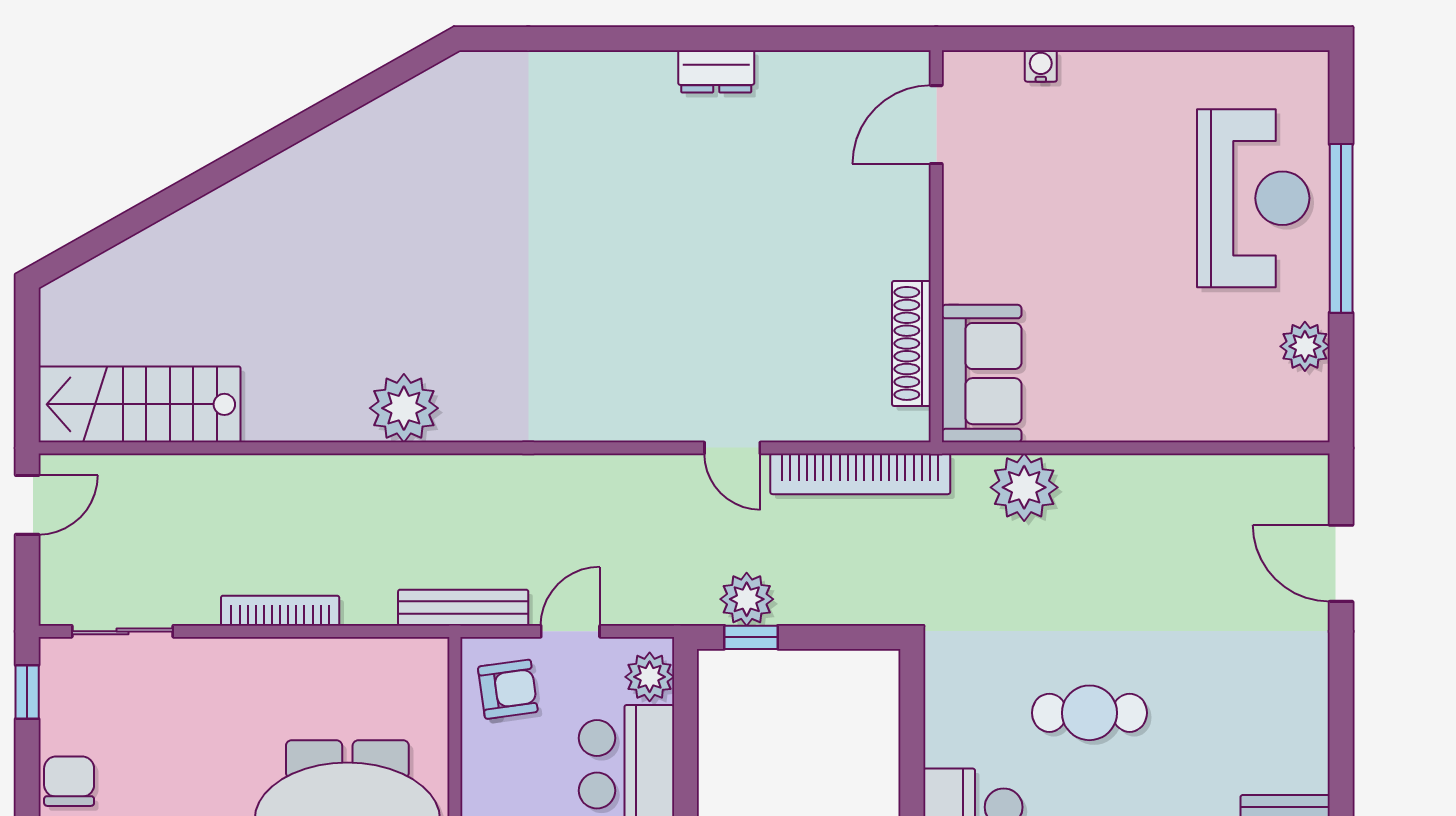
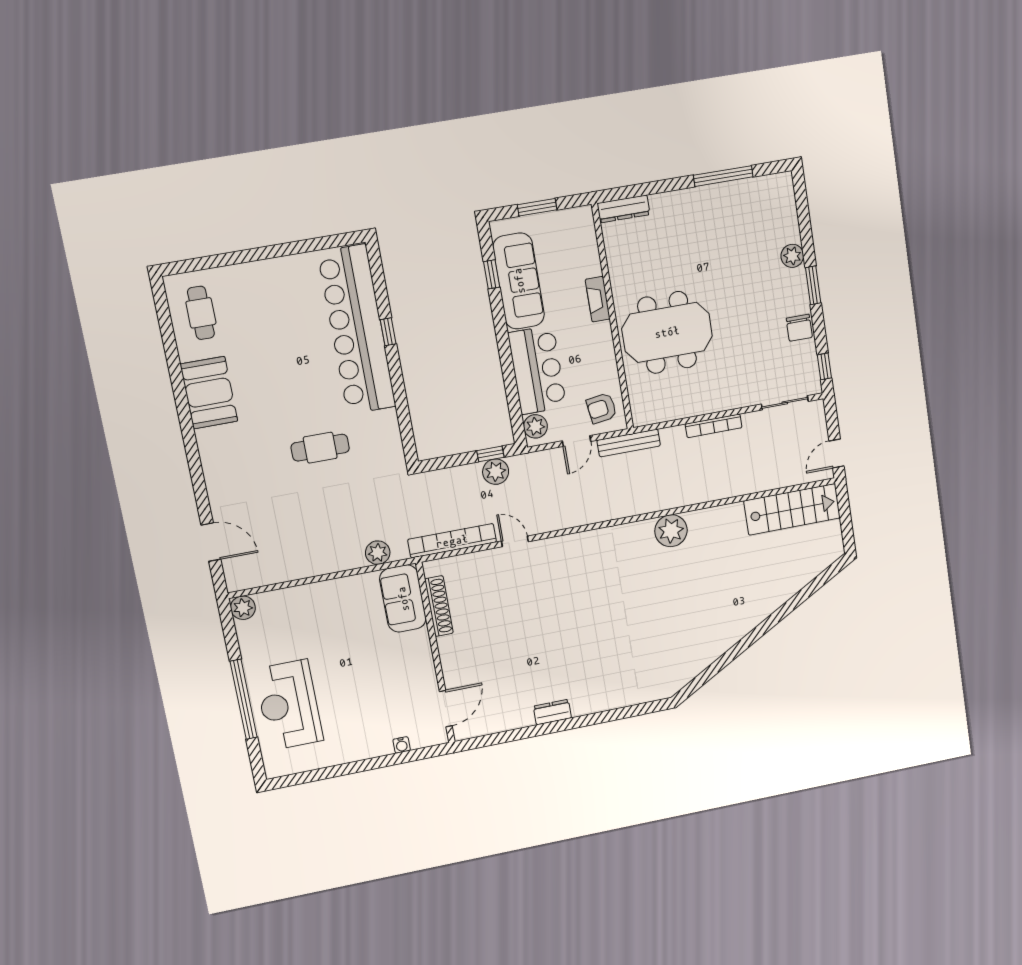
plant: (1305, 346) -> (243, 608), moved
plant: (1024, 487) -> (378, 553), width x0.73, depth x0.73

